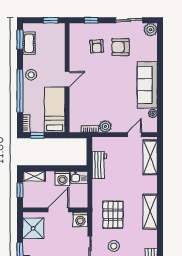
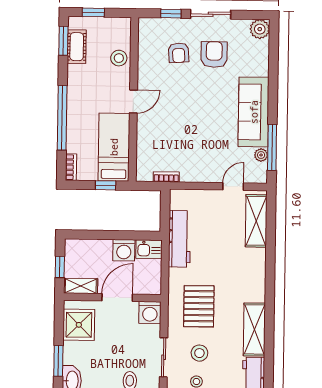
window: (51, 20) -> (93, 12), moved
sliding door: (129, 20) -> (211, 14), moved
armchair: (120, 47) -> (214, 55), turned 90
stool: (31, 75) -> (119, 58), moved
window: (160, 108) -> (272, 147), added
plant: (105, 126) -> (190, 173), removed
window: (37, 135) -> (106, 185), moved
workbench: (99, 165) -> (180, 239), width x1.38
shelving: (34, 176) -> (81, 286), moved
shelving: (150, 212) -> (254, 329), moved

